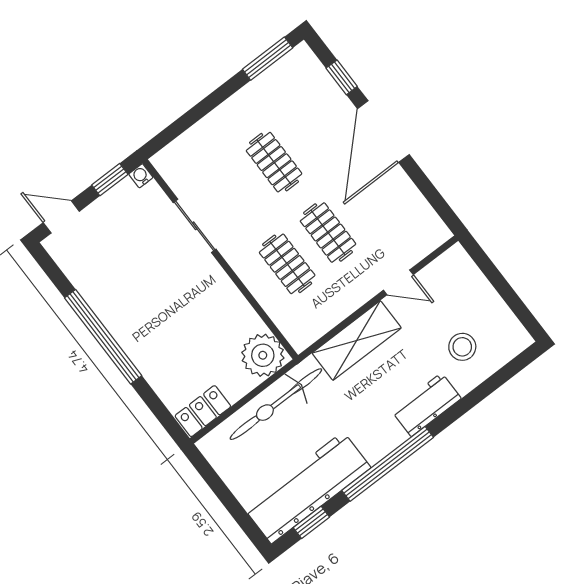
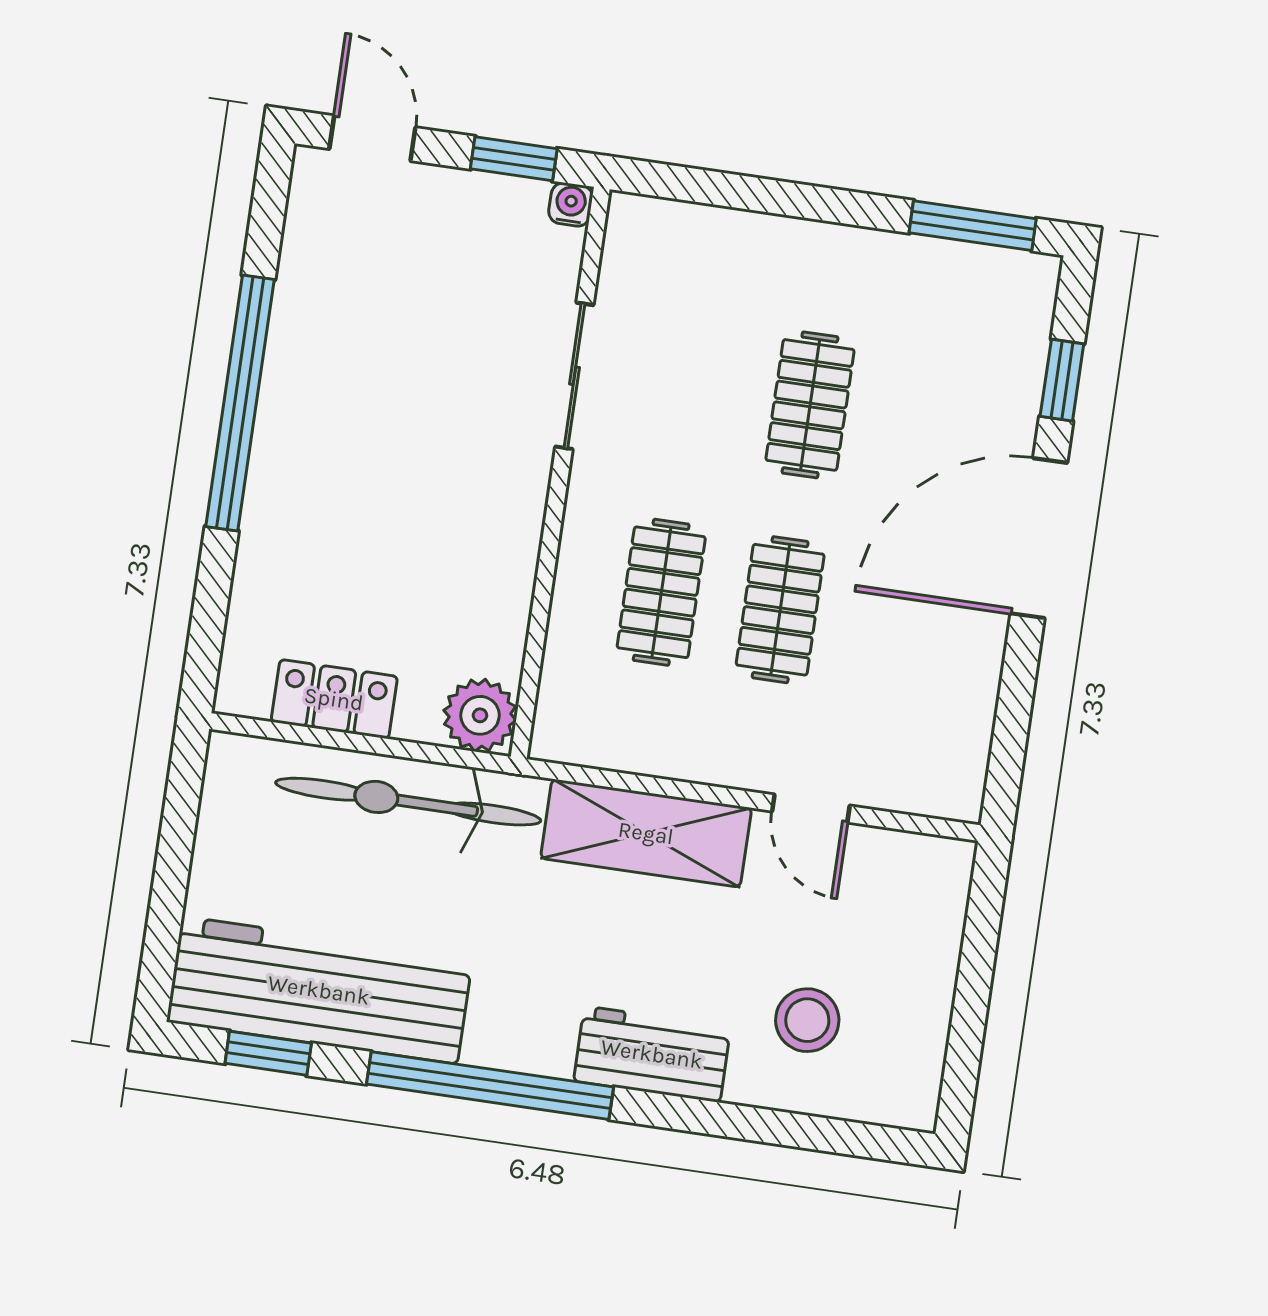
plant: (263, 355) -> (480, 715), width x0.73, depth x0.73
locker: (203, 411) -> (334, 699), moved

